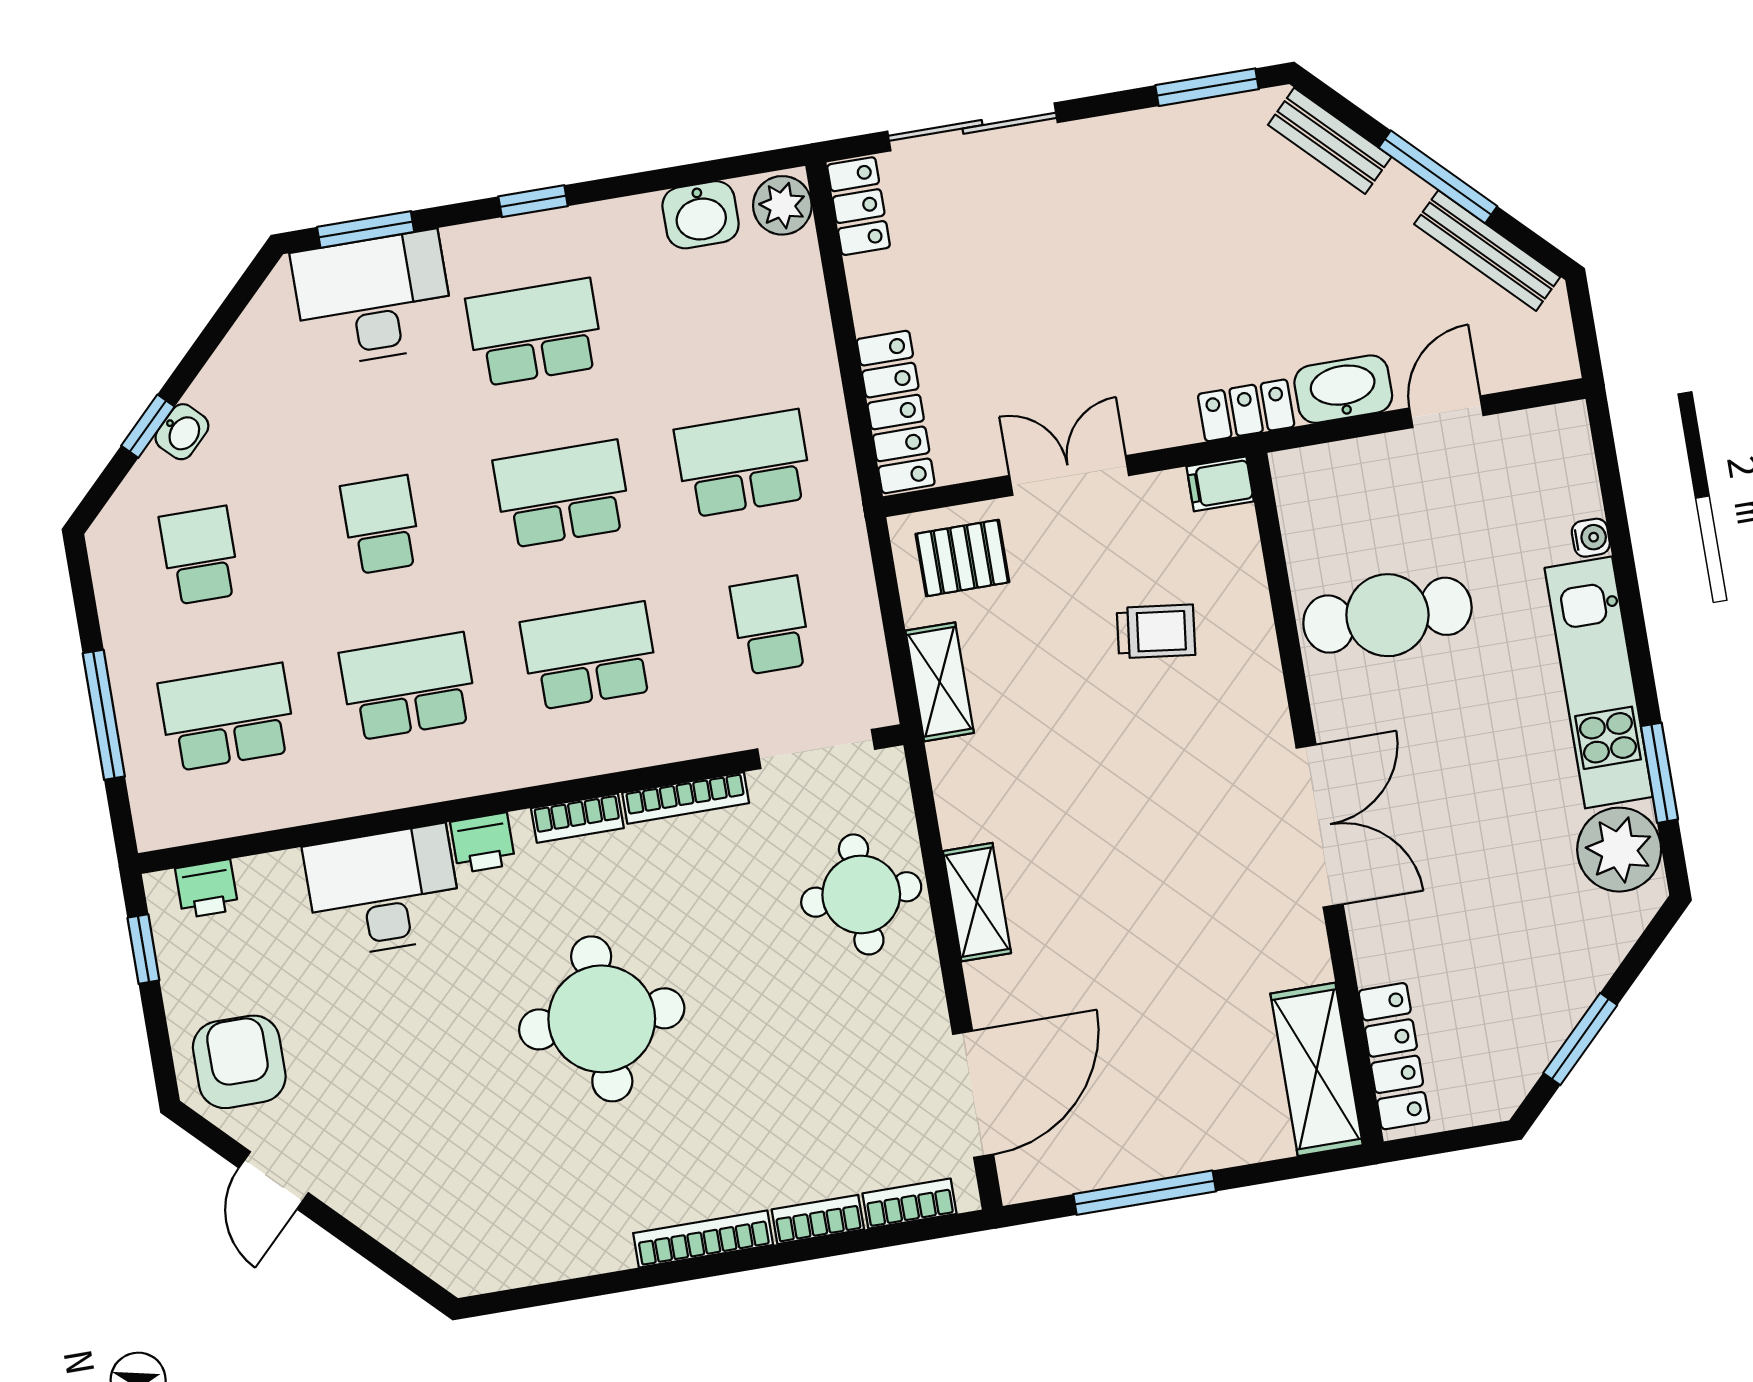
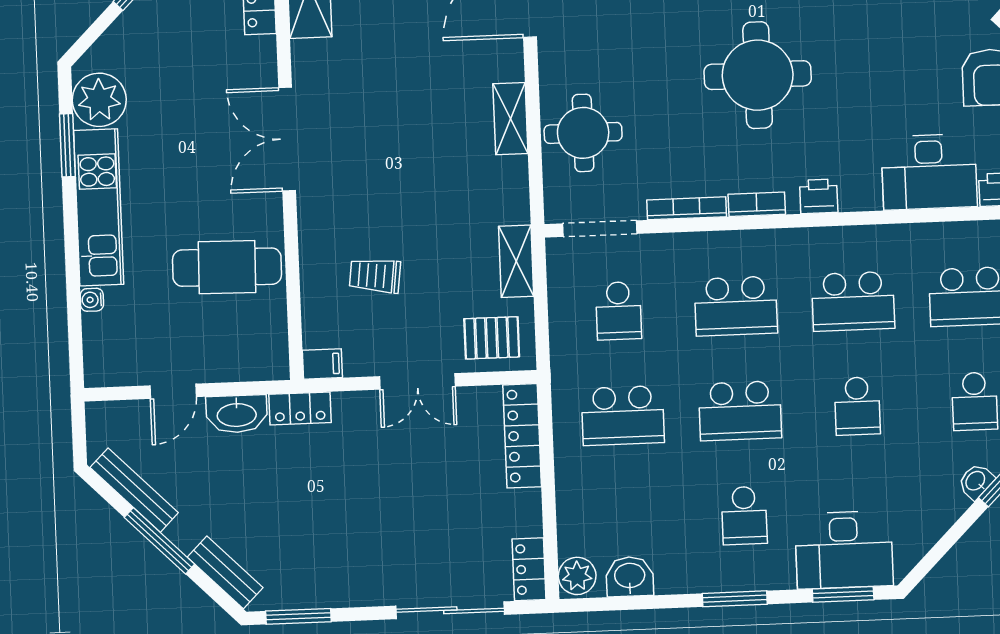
window: (533, 201) -> (735, 599), width x1.50
school desk: (535, 332) -> (744, 516), width x0.54
desk: (383, 891) -> (929, 172), moved

